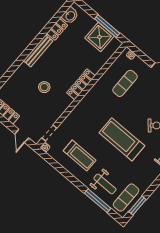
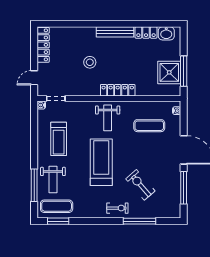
weight bench: (94, 108) -> (108, 118), added

